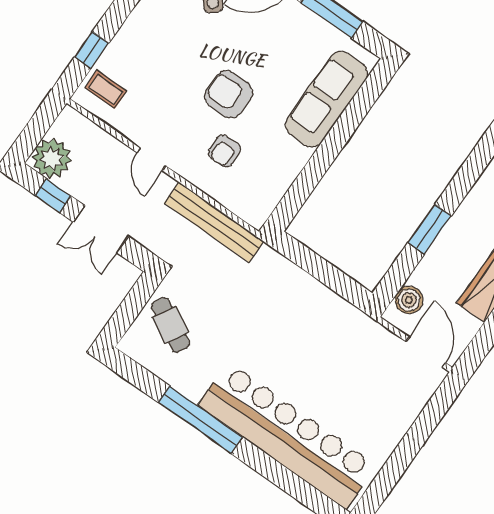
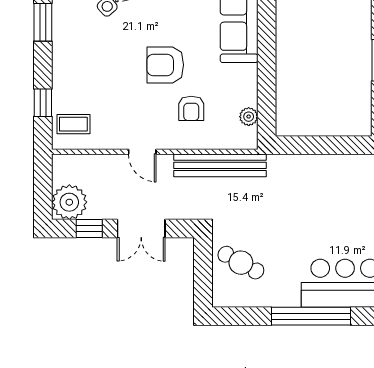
plant: (272, 196) -> (249, 117), added

